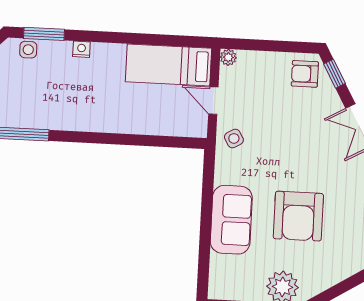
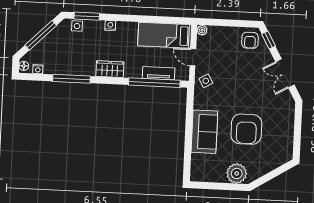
armchair: (305, 74) -> (250, 40), turned -90
wardrobe: (80, 119) -> (110, 69), added
tv unit: (158, 126) -> (159, 73), added
window: (152, 141) -> (154, 83), added

